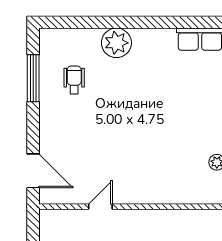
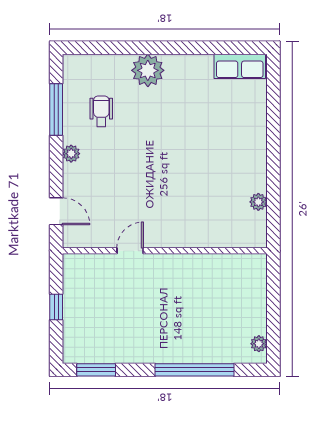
plant: (47, 118) -> (71, 154), added
door: (33, 171) -> (56, 211), width x0.73

